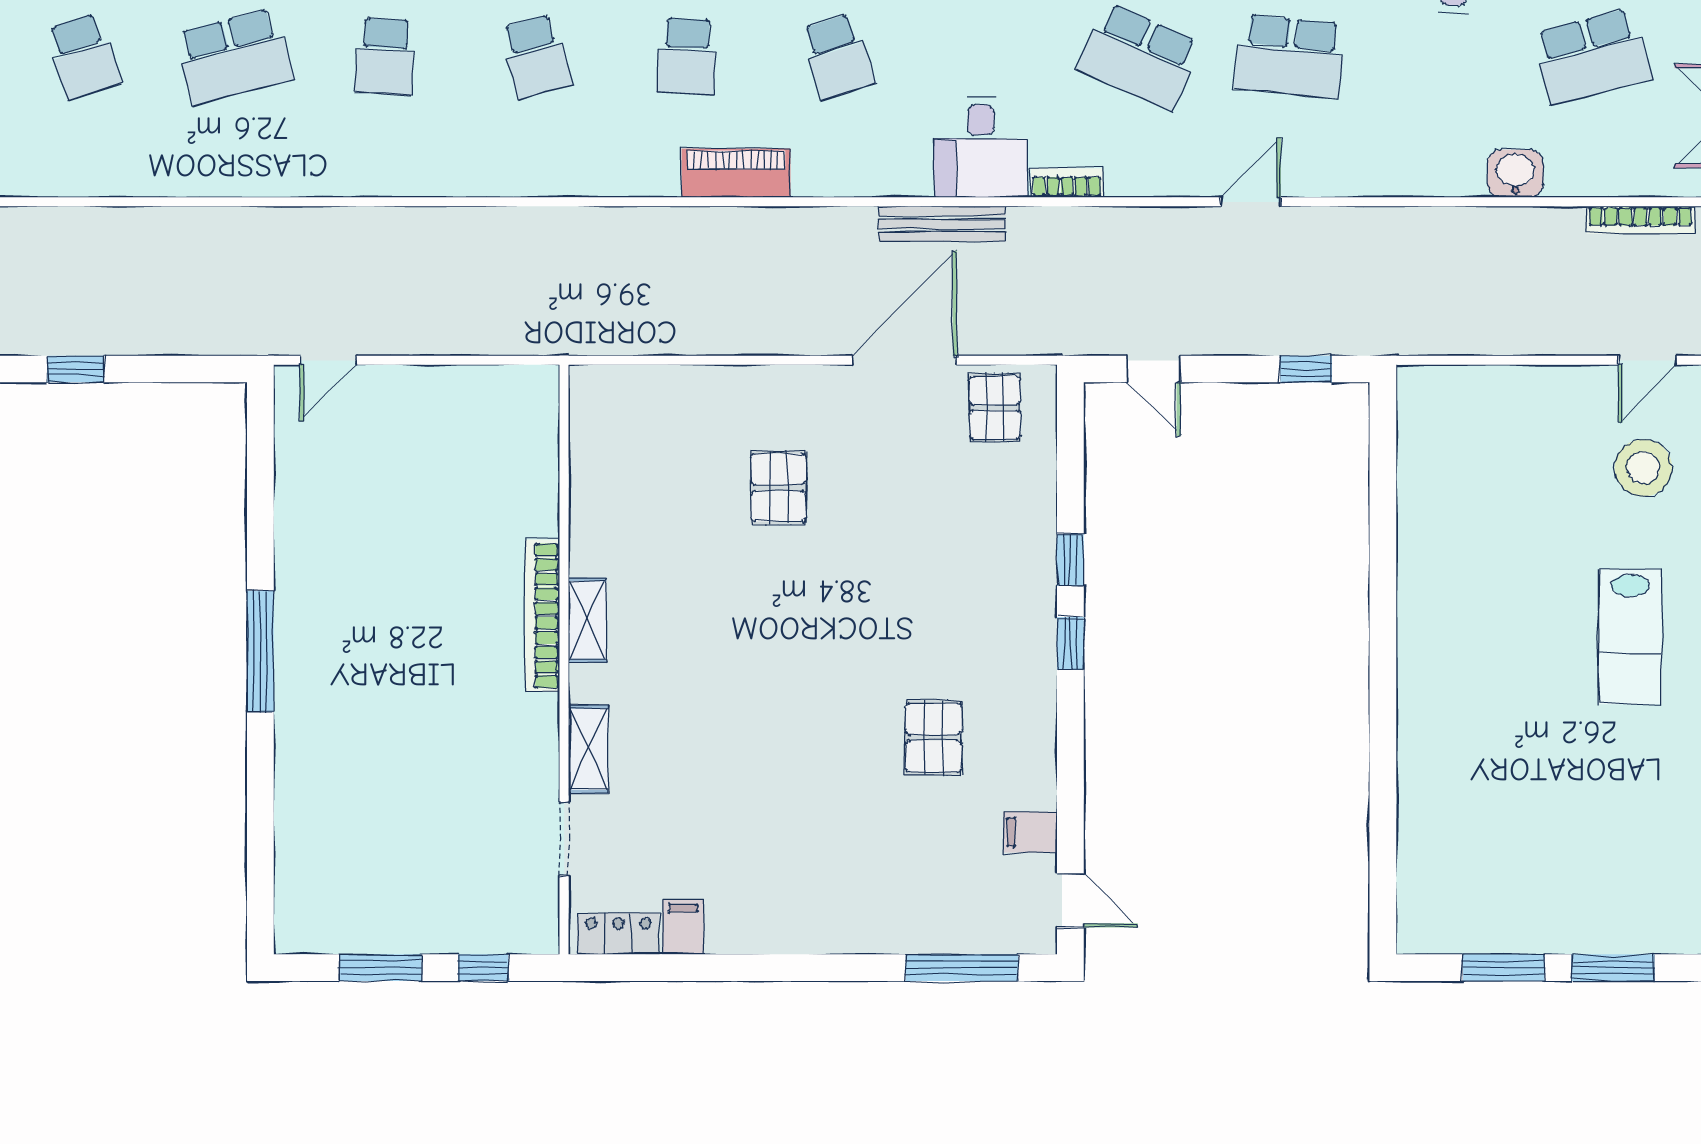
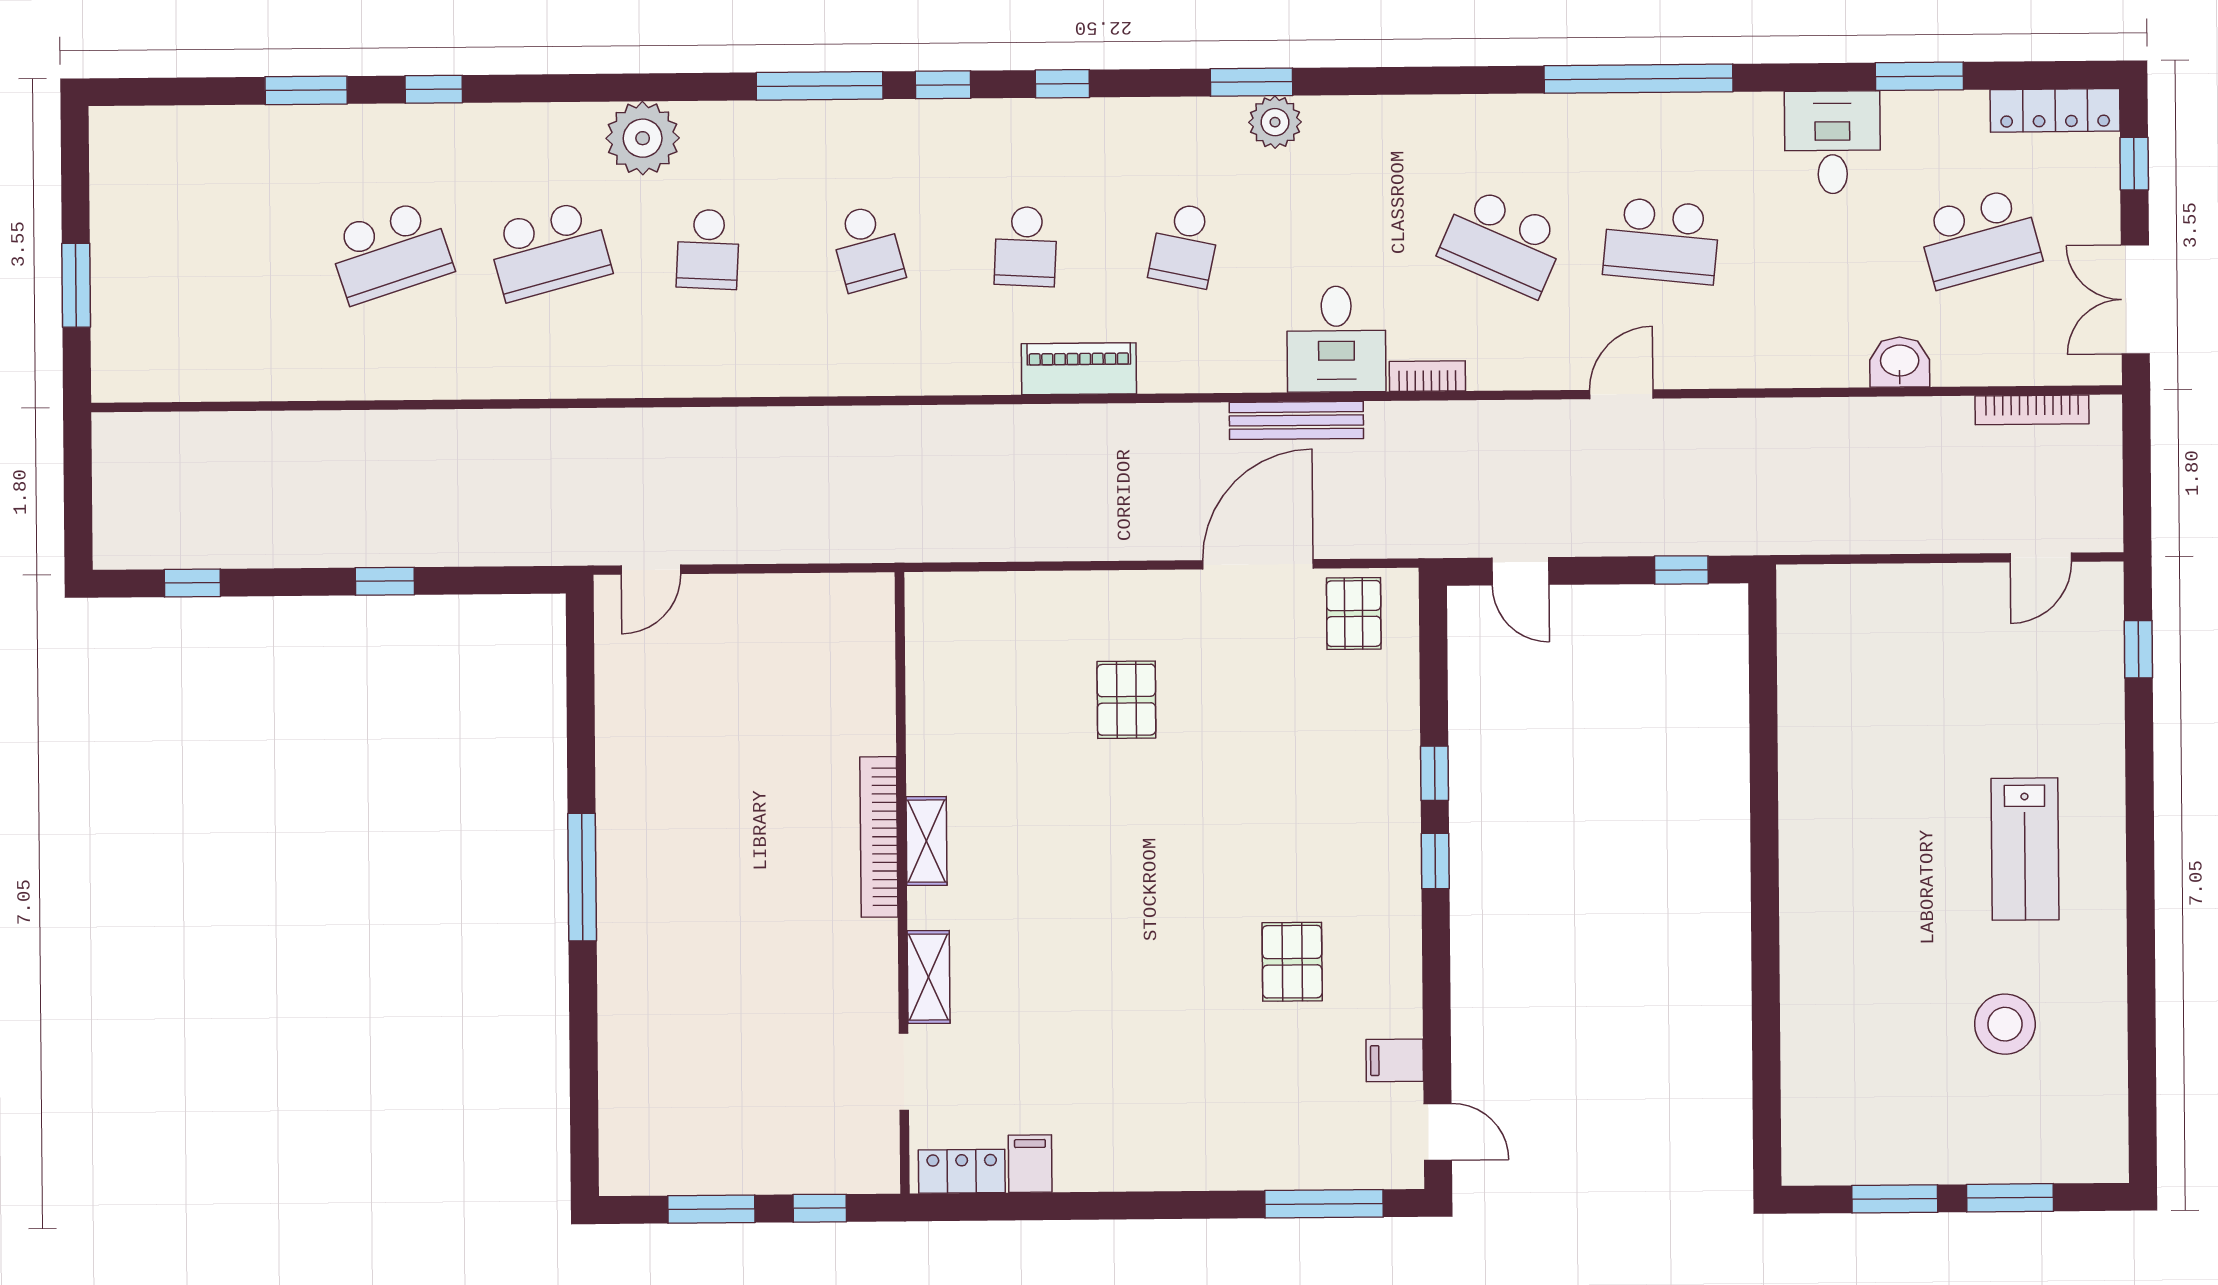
school desk: (83, 56) -> (390, 252), width x1.85
school desk: (838, 56) -> (1185, 245), turned 30
stool: (1643, 468) -> (2005, 1024), moved

